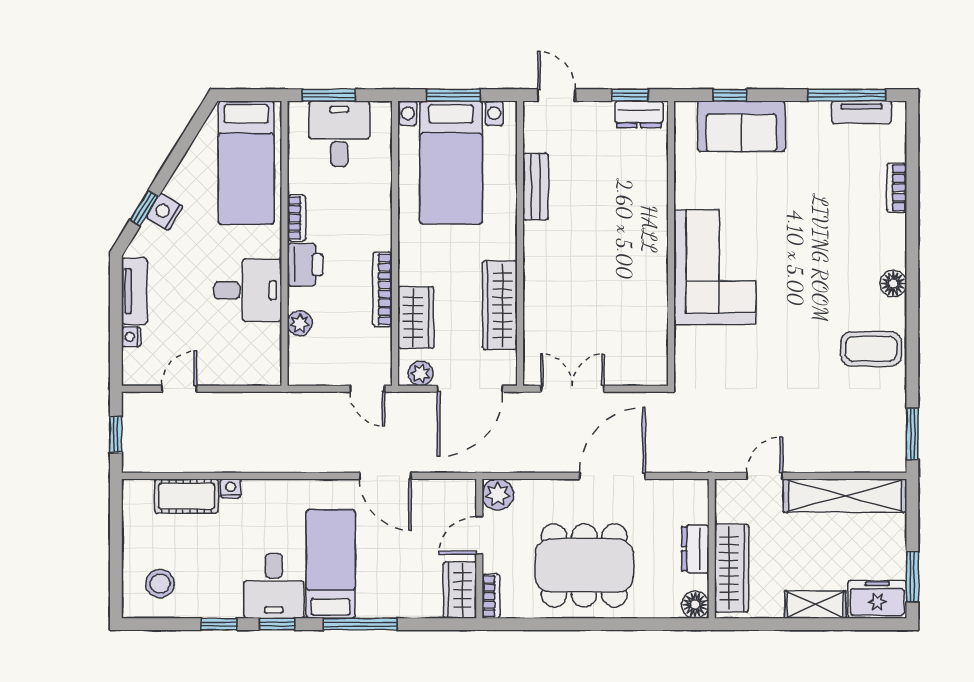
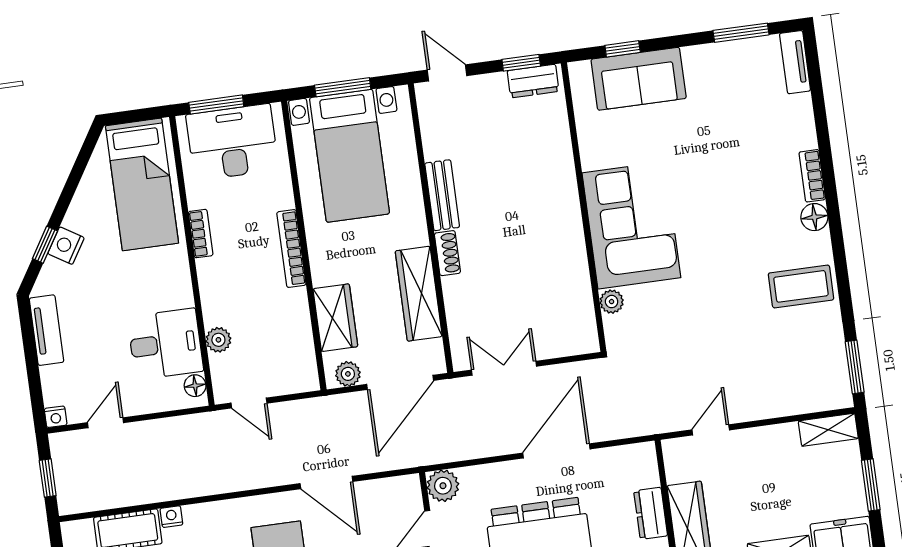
window: (847, 95) -> (741, 33), width x0.69
tv unit: (862, 112) -> (795, 62), moved, turned 90
desk: (339, 134) -> (232, 142), width x1.37
bench: (536, 187) -> (442, 195), moved
bookcase: (897, 188) -> (812, 176), moved
printer: (305, 265) -> (216, 280), removed
shoe rack: (533, 270) -> (447, 253), added
bookcase: (382, 289) -> (291, 249), moved
desk: (248, 290) -> (165, 344), moved
nightstand: (131, 337) -> (56, 417), moved, turned -90
plant: (686, 338) -> (612, 302), added
floor lamp: (271, 365) -> (195, 386), added
door: (367, 389) -> (249, 403), moved
shelving: (845, 496) -> (828, 430), width x0.45, depth x0.75
window: (912, 577) -> (871, 485), moved

